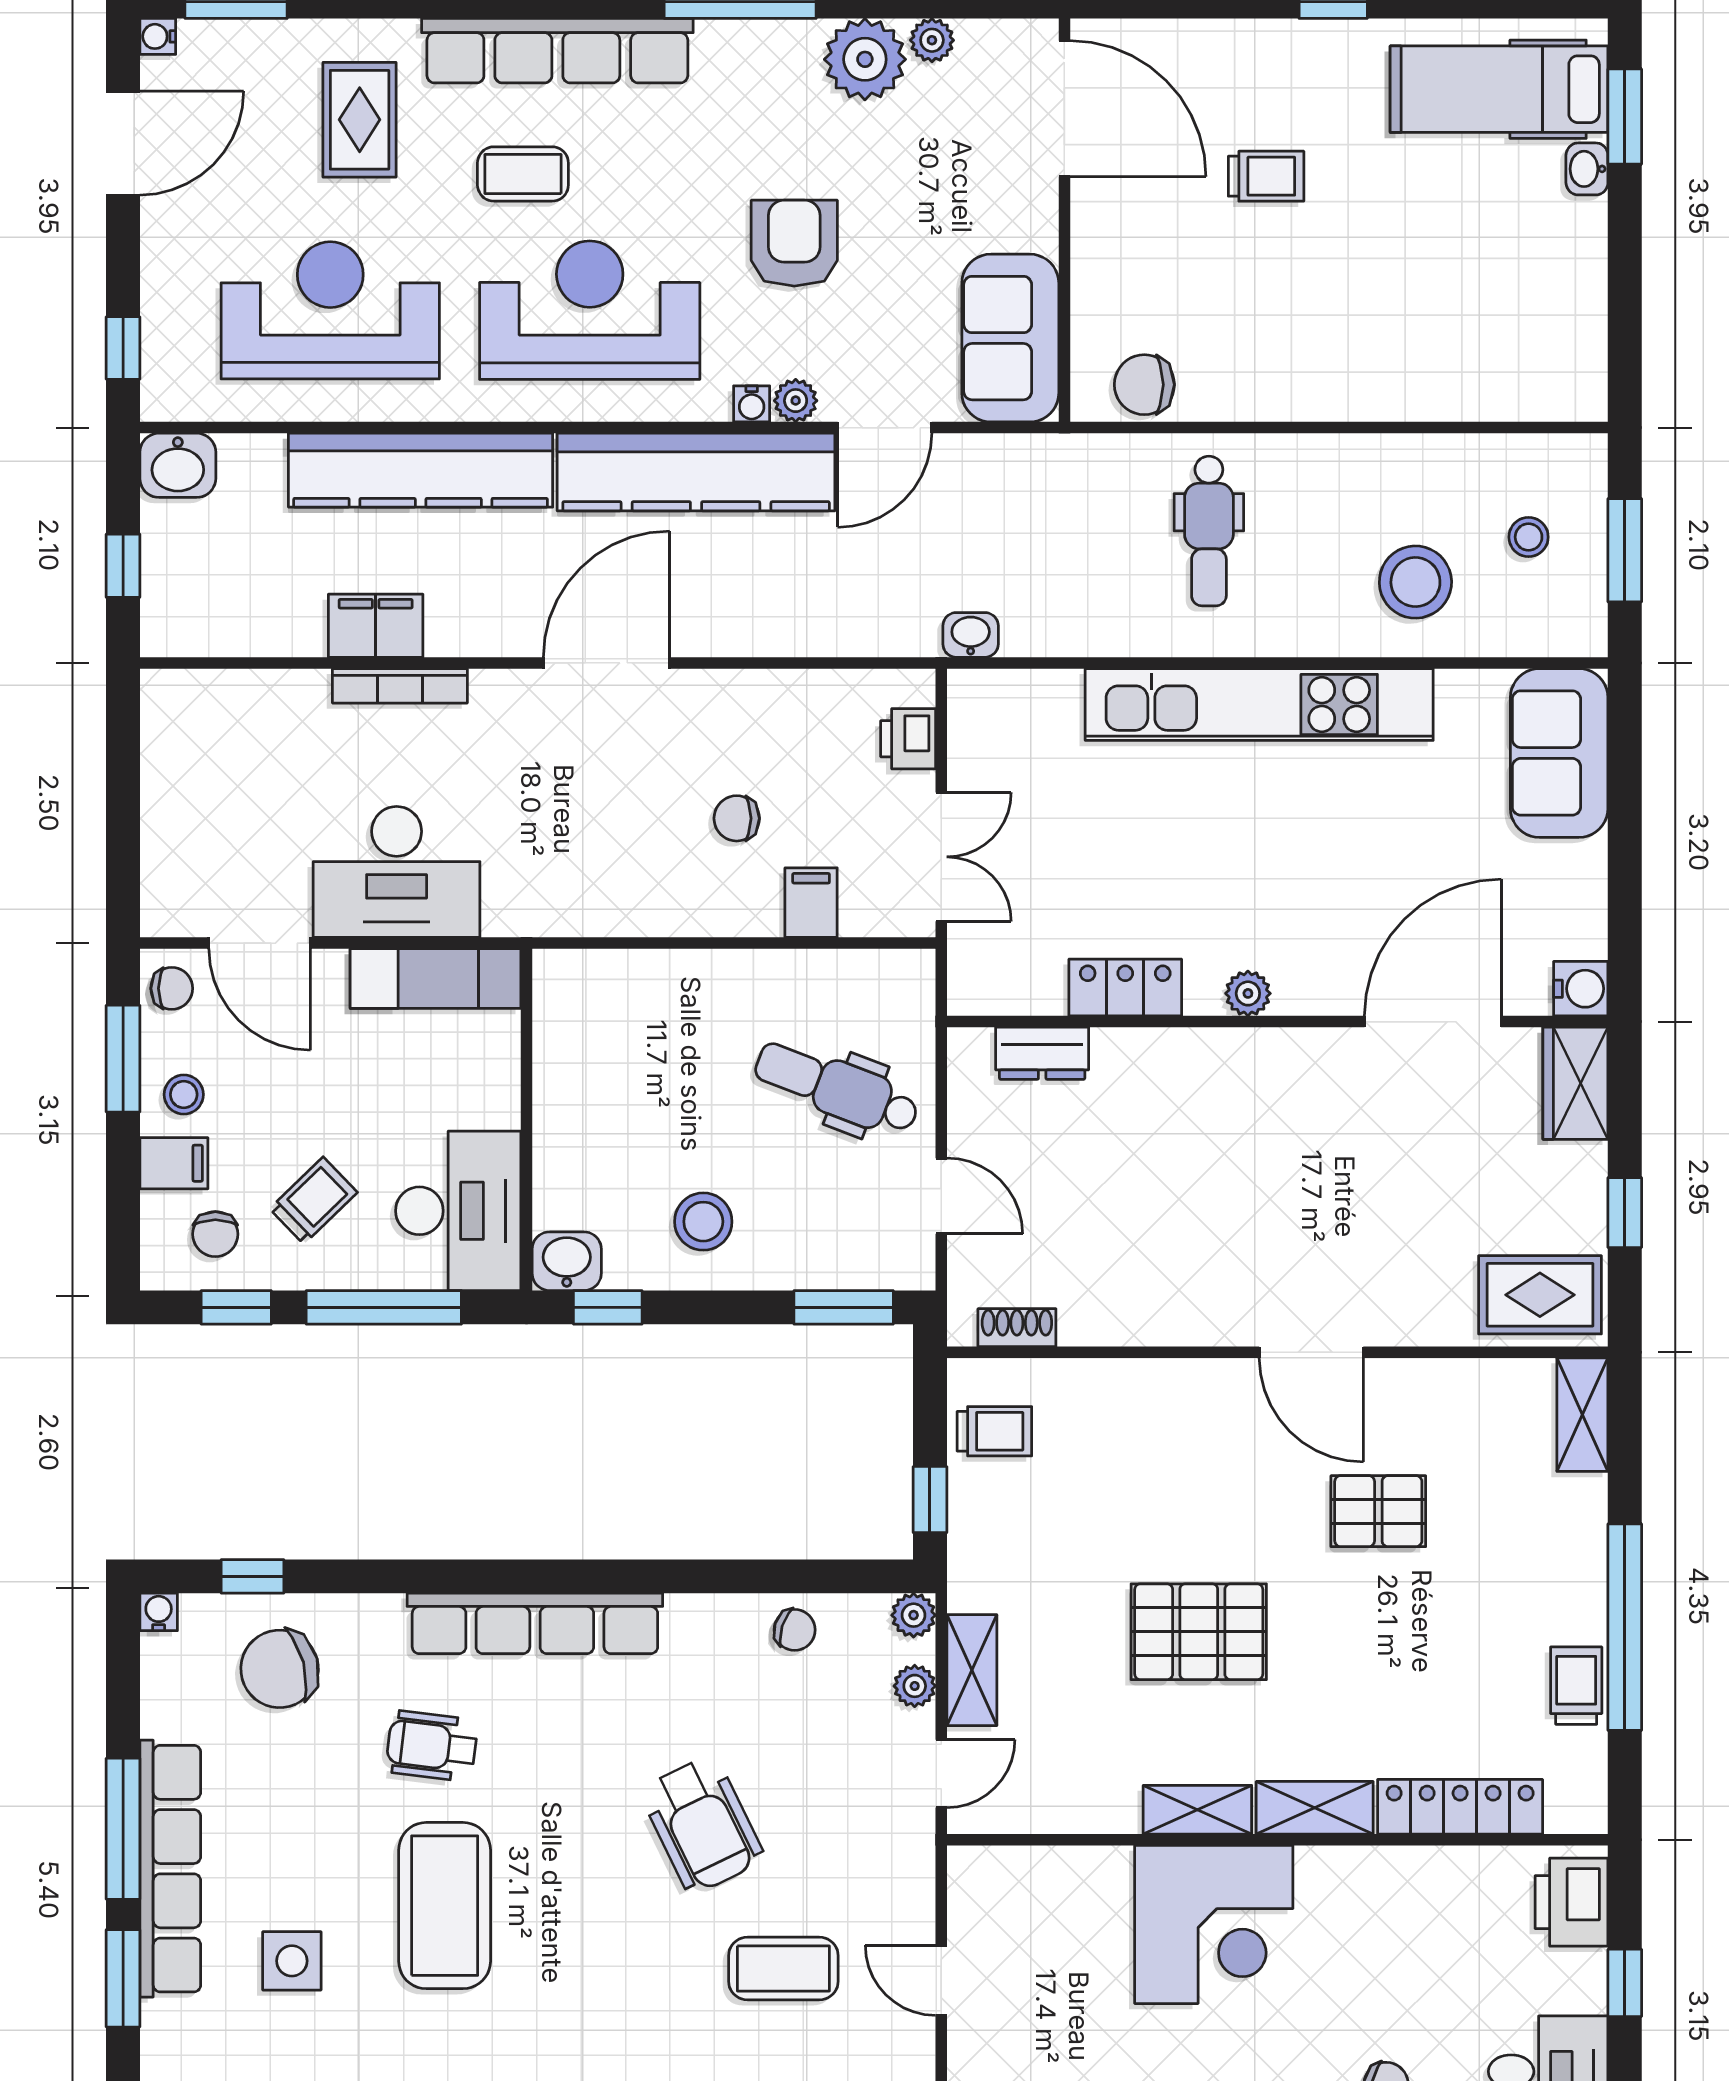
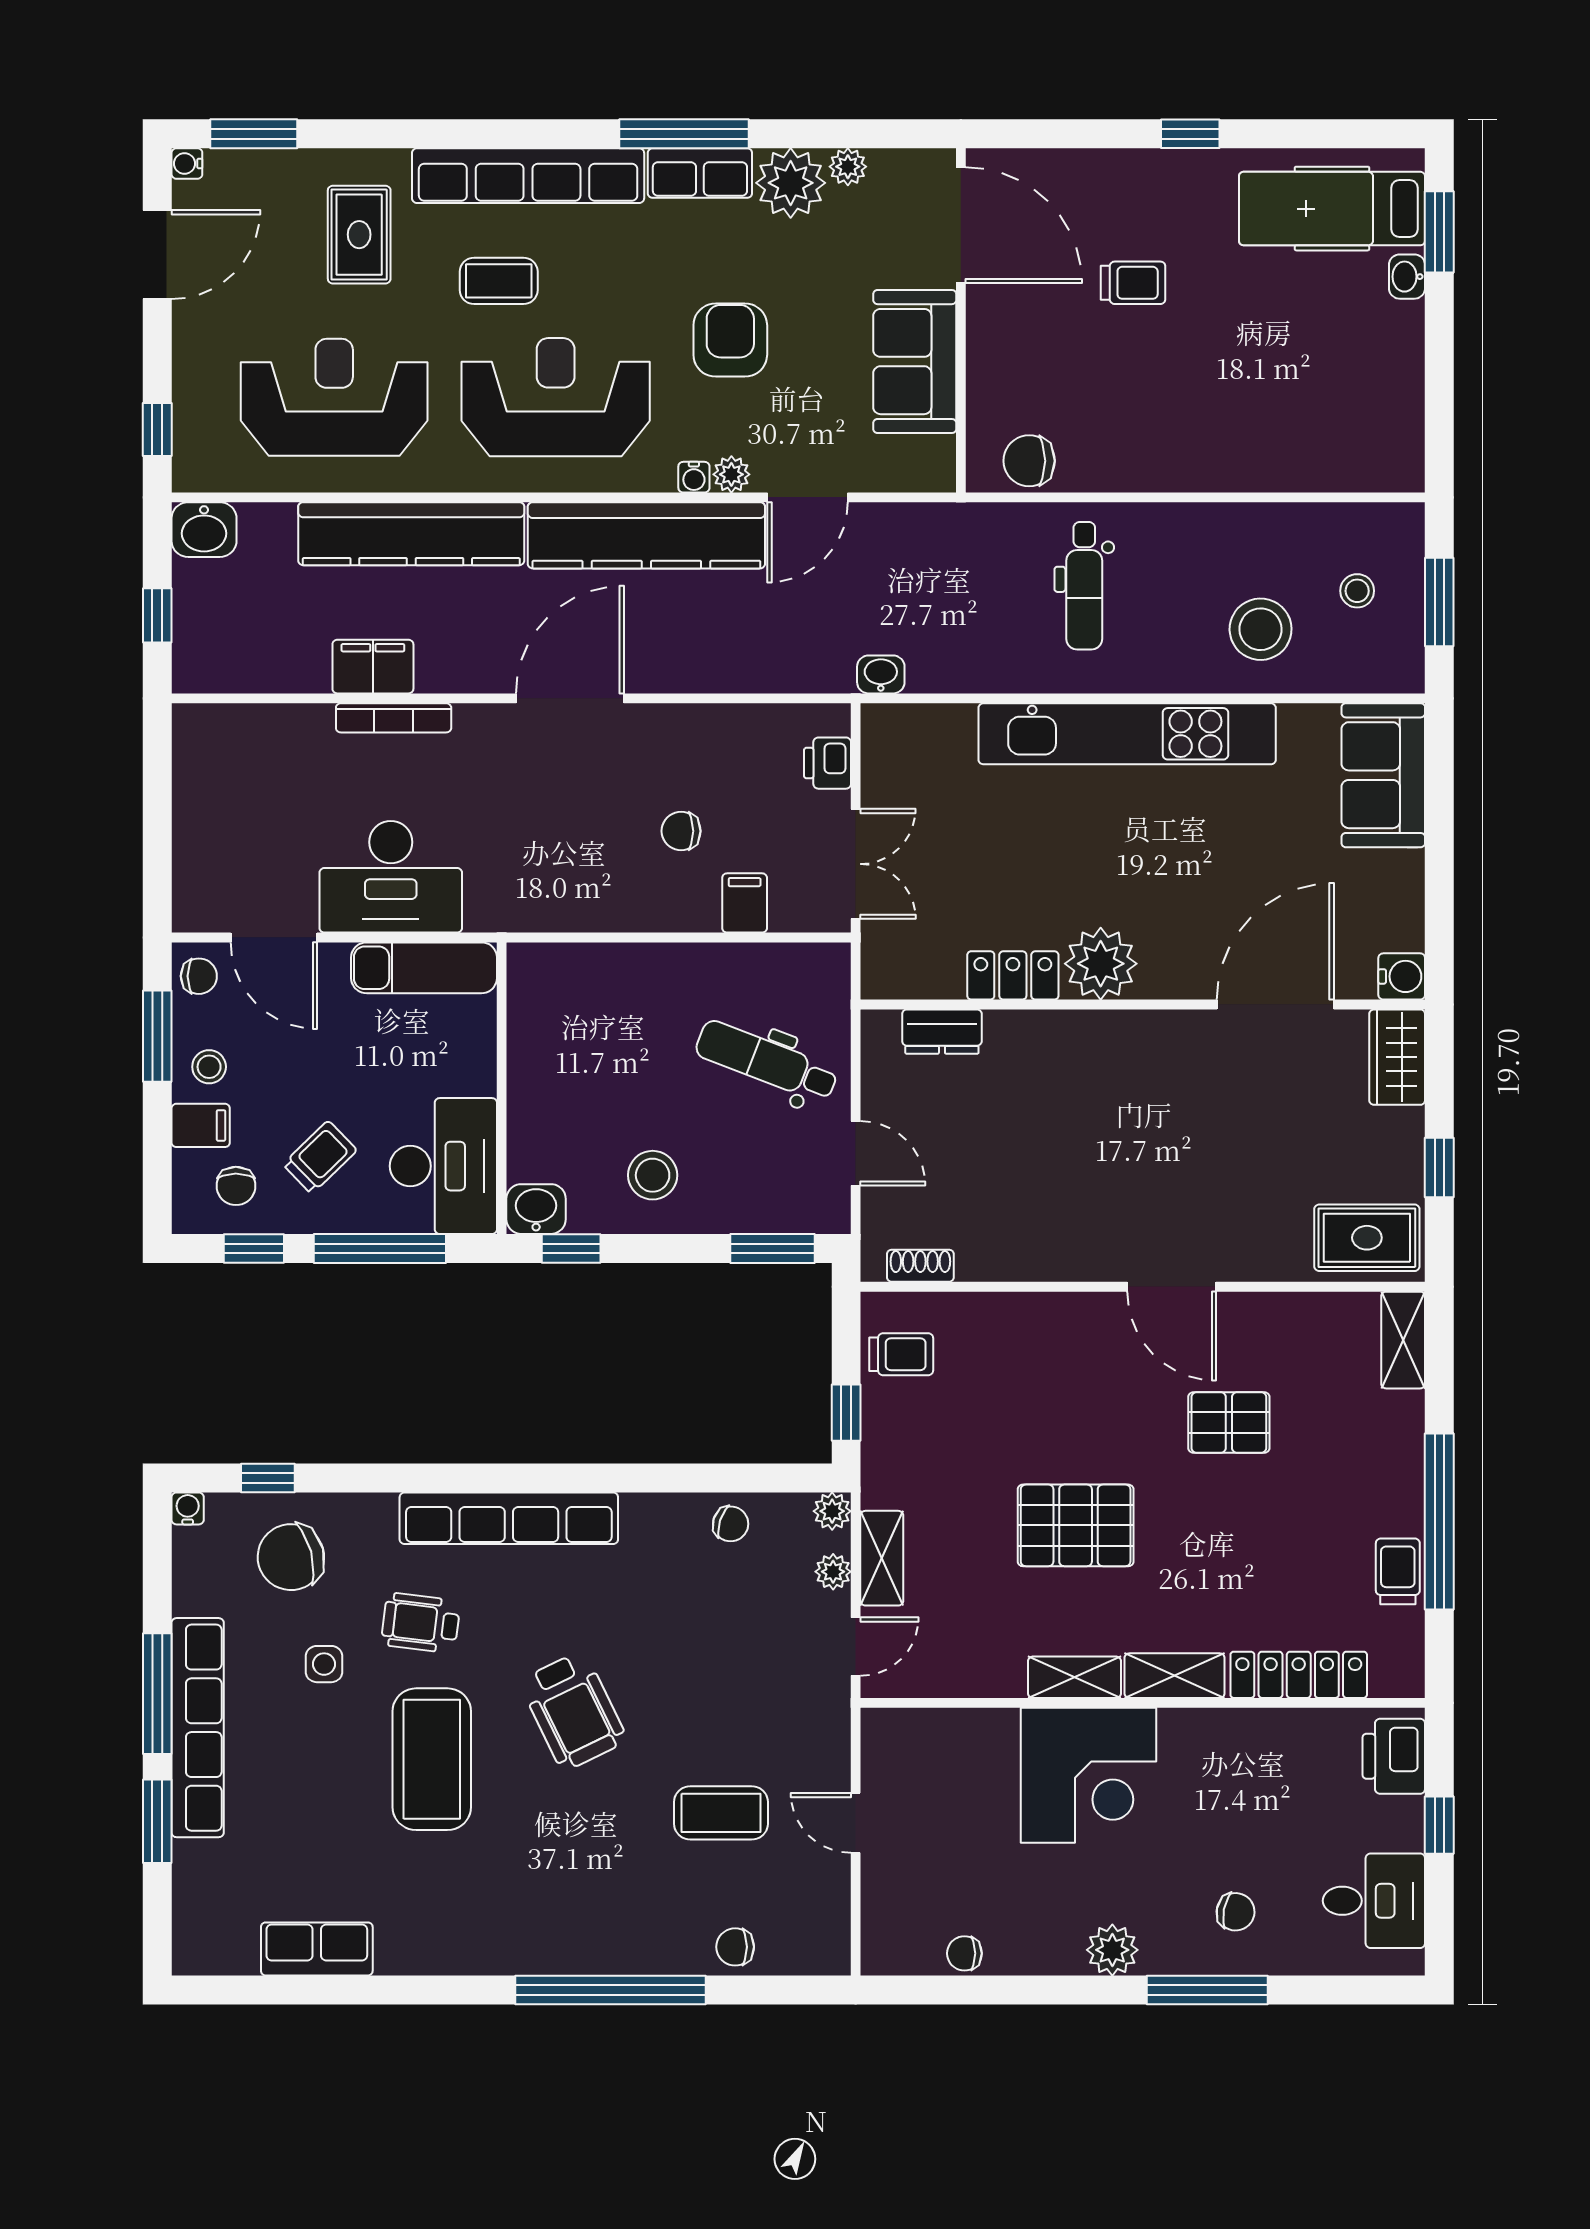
row of seats: (759, 48) -> (700, 173), added
sofa: (1010, 338) -> (915, 362), moved
plant: (1248, 993) -> (1101, 964), width x1.88, depth x1.88
wheelchair: (702, 1825) -> (573, 1711), moved
side table: (292, 1961) -> (324, 1664), moved, width x0.73, depth x0.73

